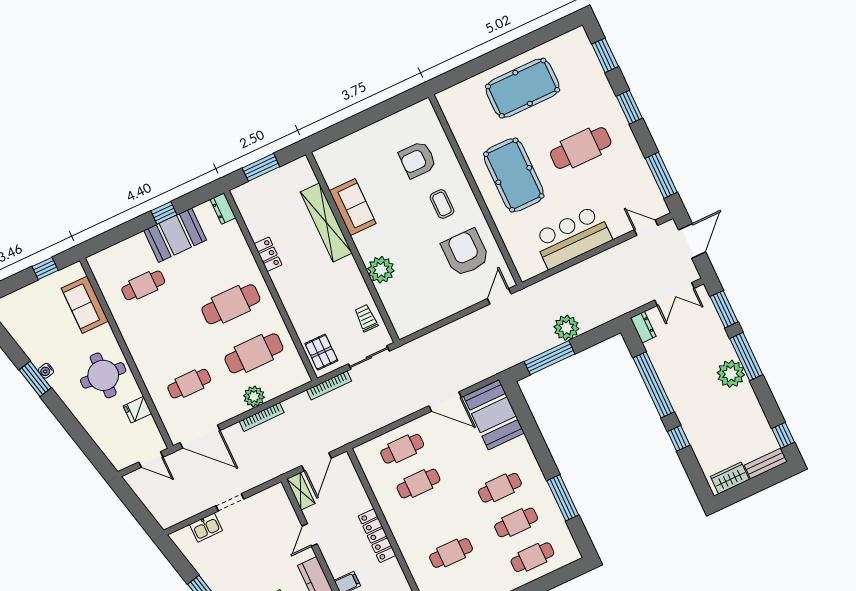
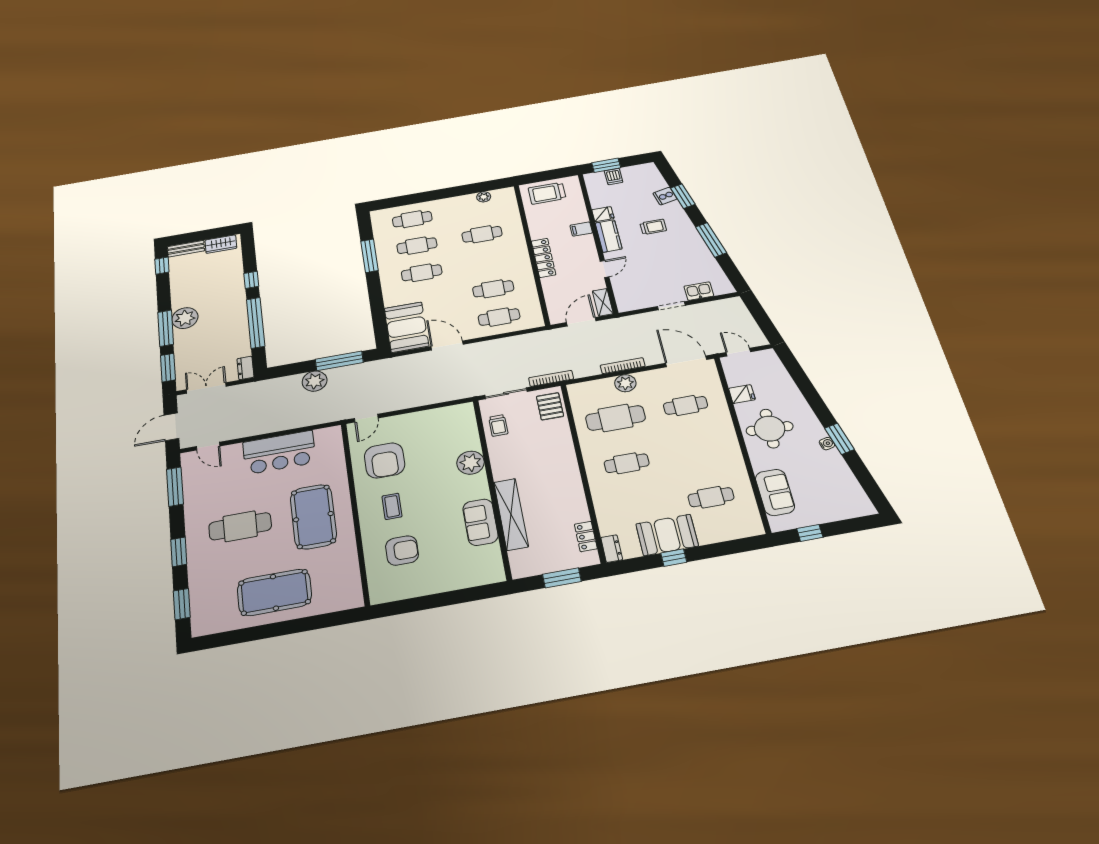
locker: (268, 254) -> (586, 536), moved
cafe table: (231, 304) -> (627, 463), width x0.73, depth x0.74

